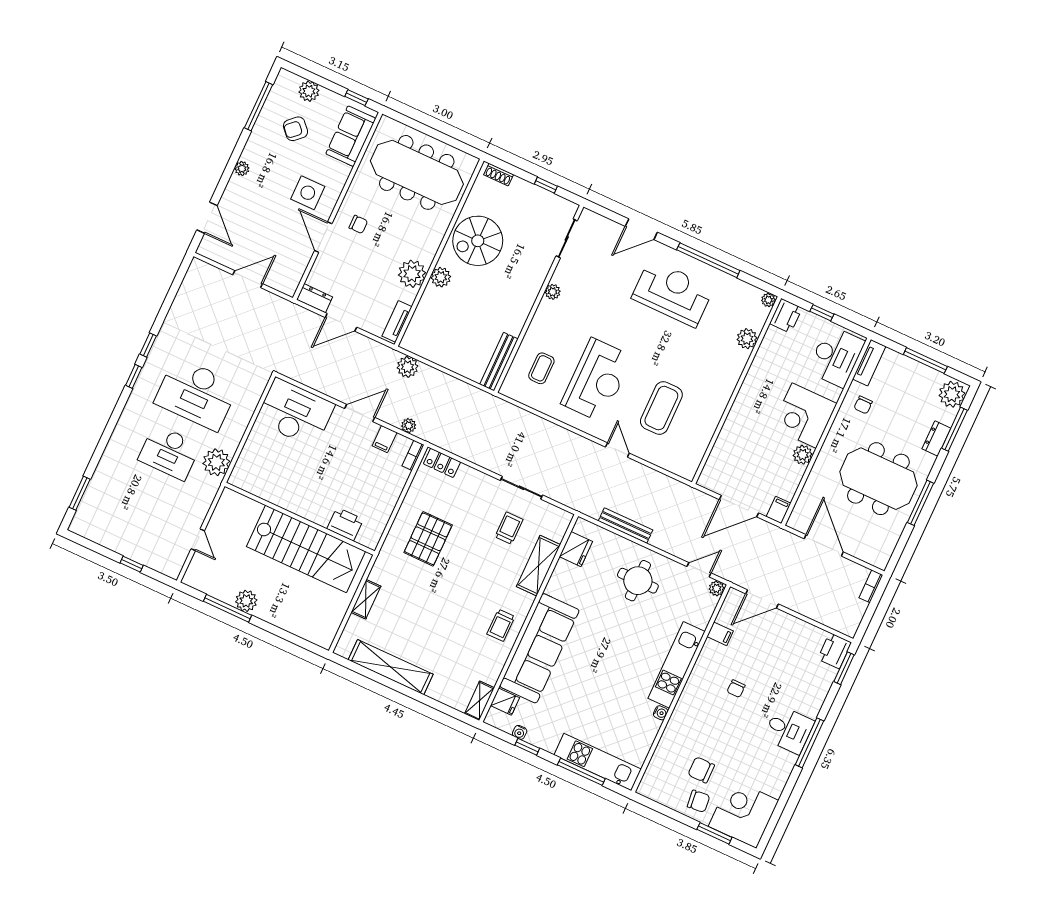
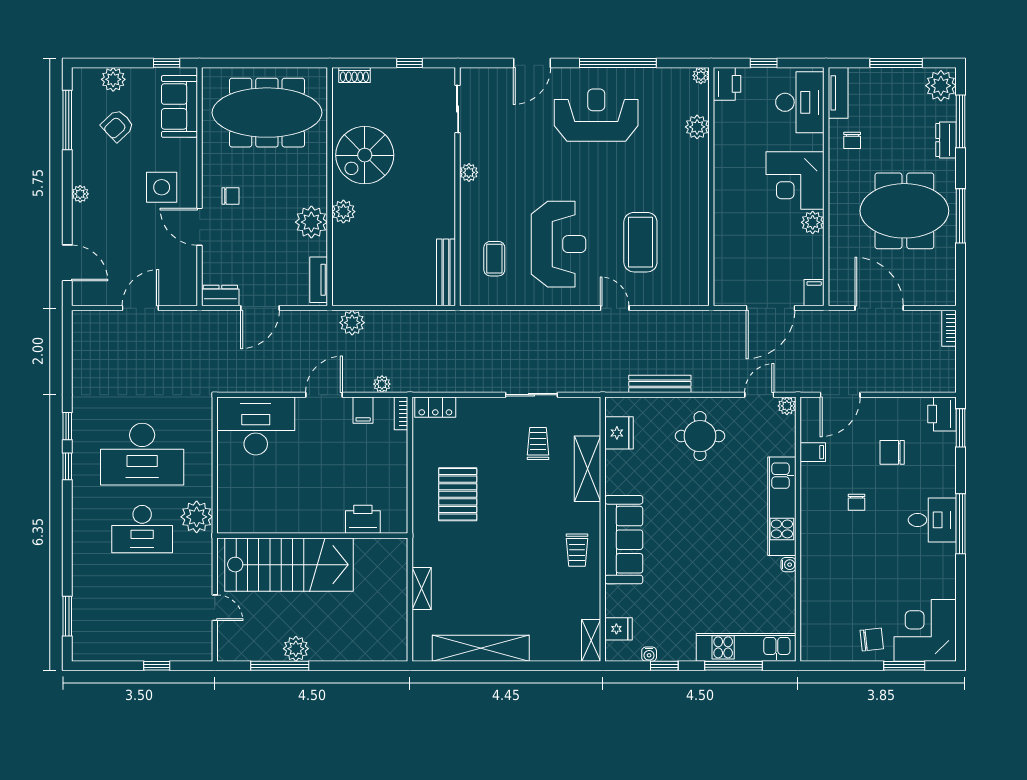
stairs: (306, 549) -> (289, 565), moved
sofa: (539, 648) -> (624, 540), width x0.74, depth x0.79
chair: (701, 770) -> (892, 452), moved

